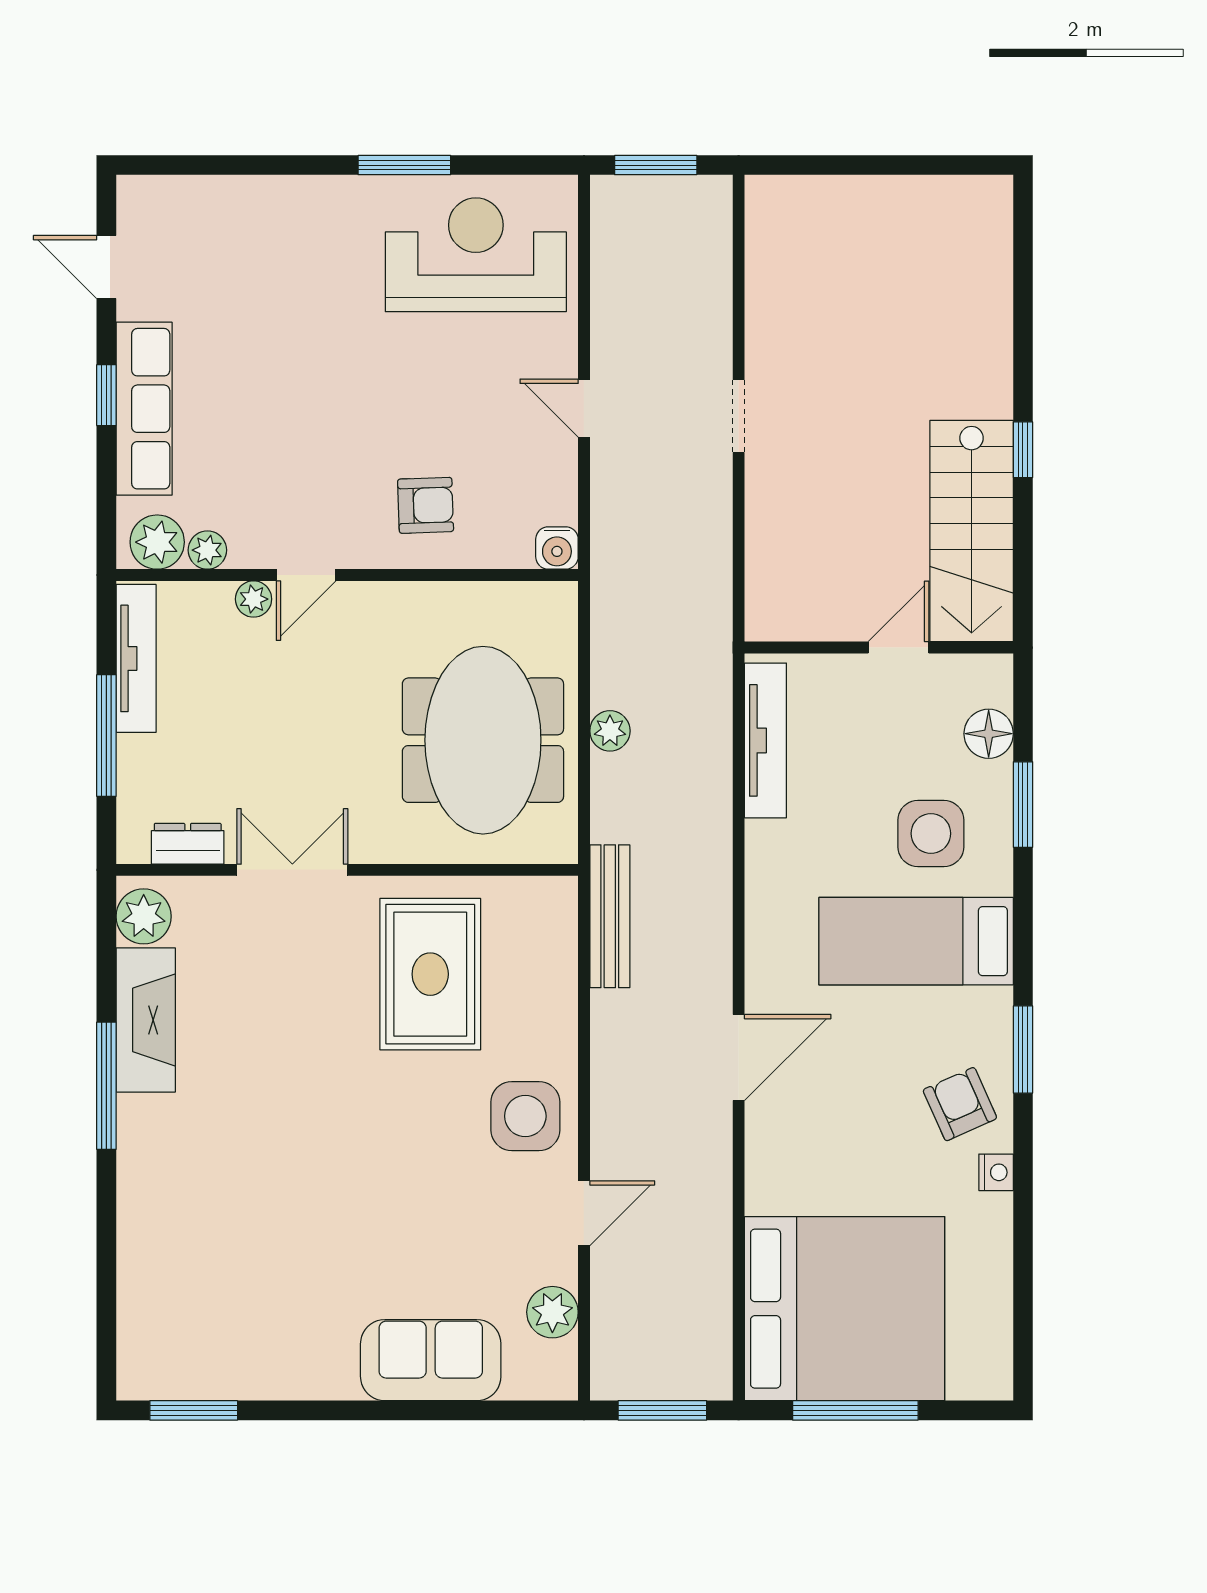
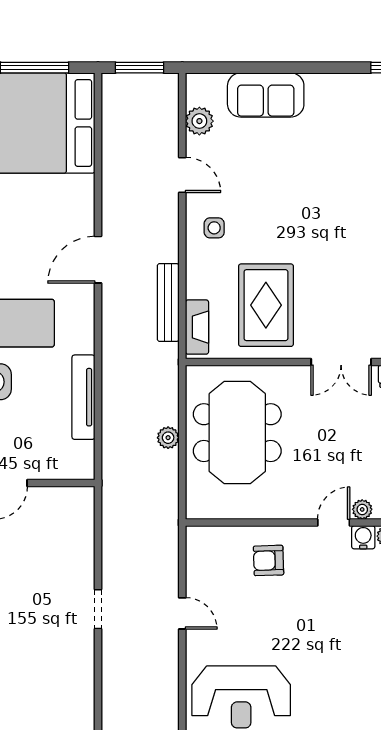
water cooler: (557, 548) -> (363, 537), moved
tv unit: (765, 740) -> (83, 397), moved
bench: (610, 916) -> (168, 303), moved
fireplace: (557, 934) -> (197, 327), added
side table: (525, 1116) -> (214, 228), width x0.54, depth x0.54
door: (584, 1213) -> (182, 175), swing flipped

